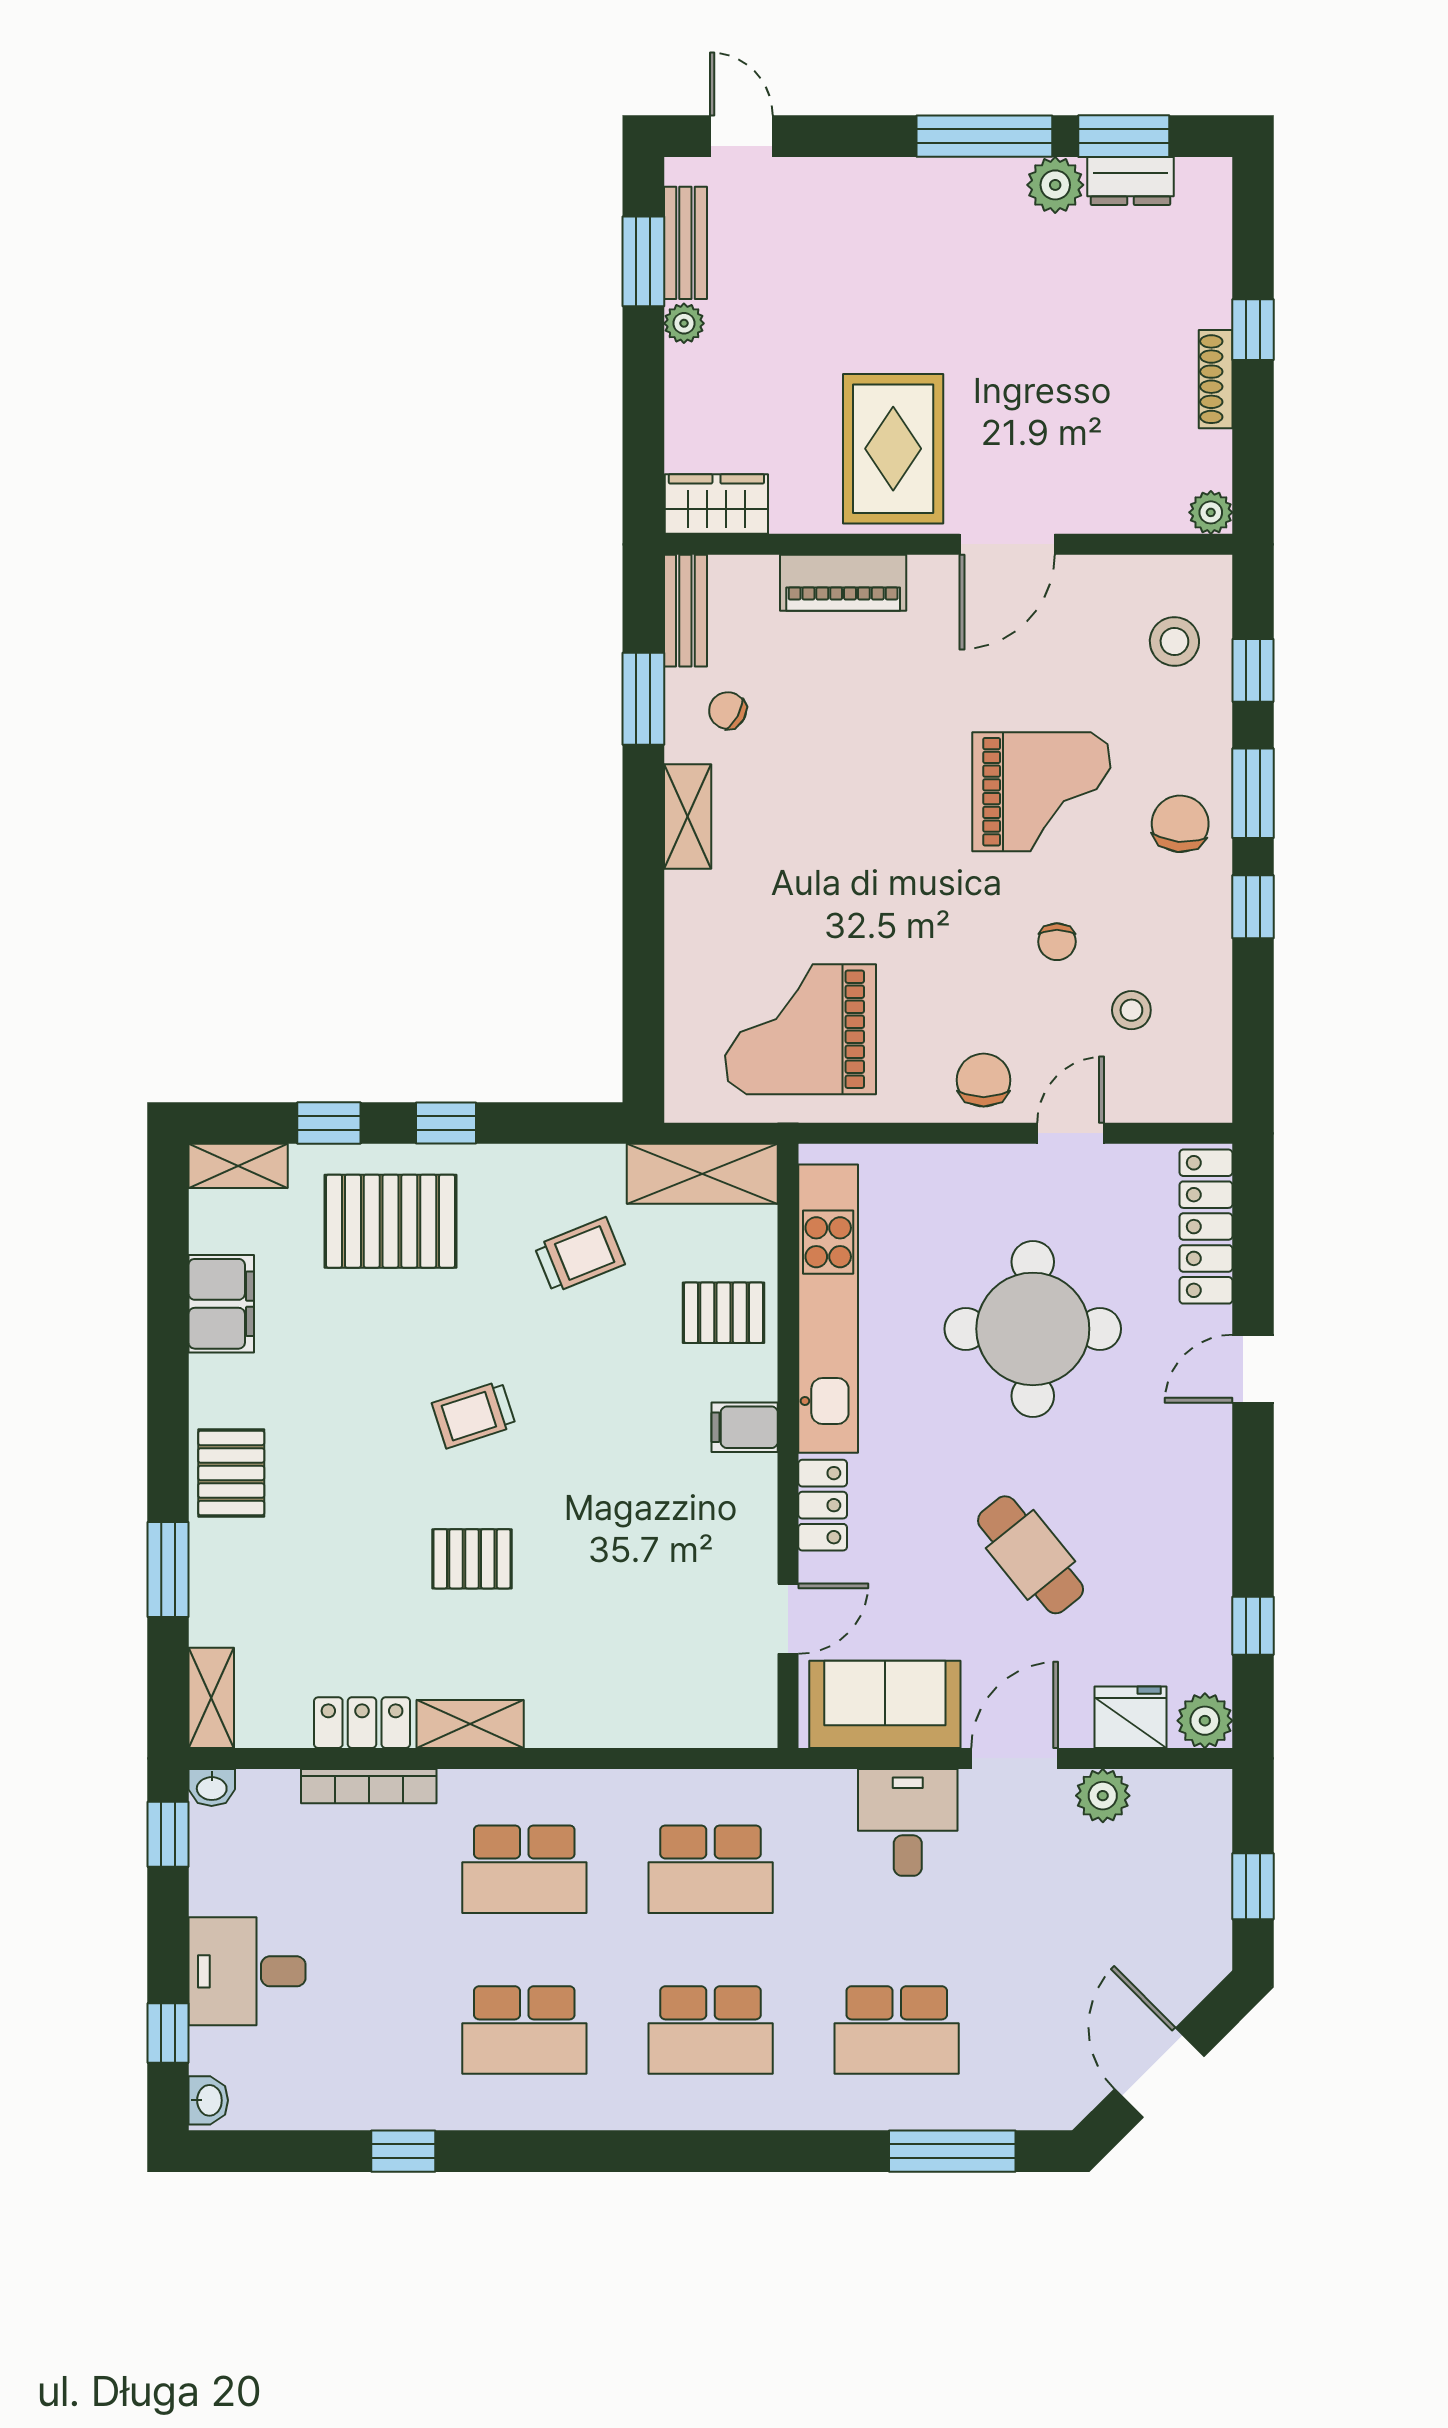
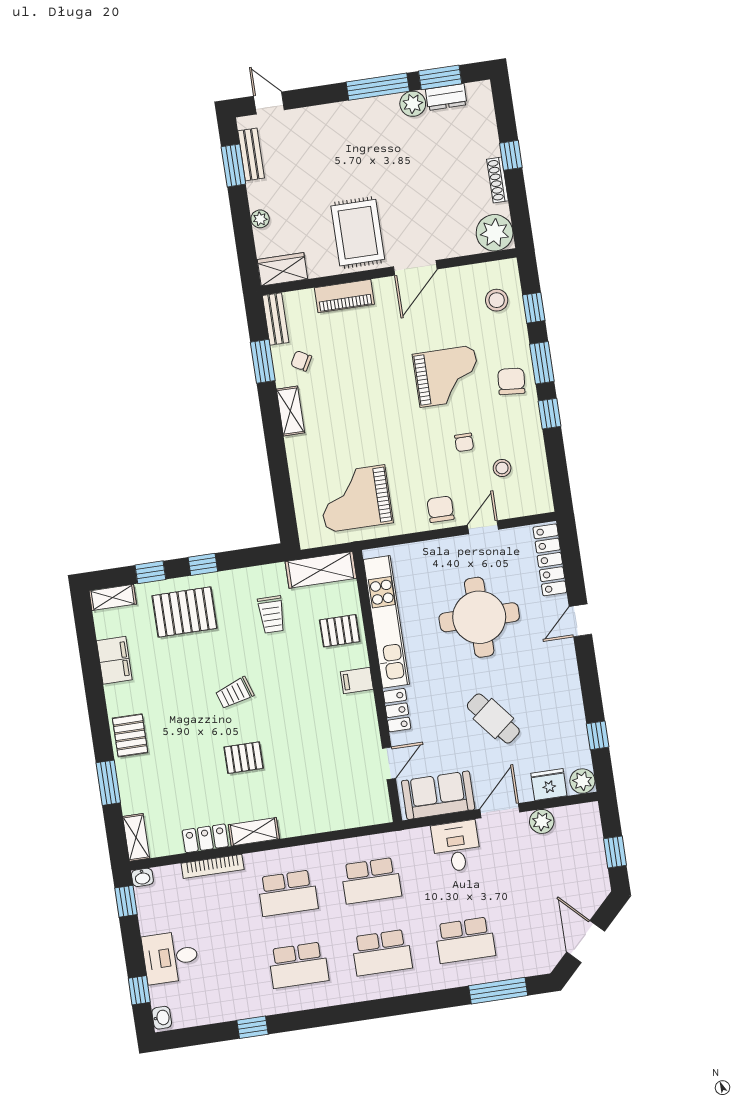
plant: (684, 323) -> (260, 219), moved
plant: (1211, 512) -> (495, 233), width x1.88, depth x1.88
trolley: (580, 1255) -> (271, 615), turned 112

